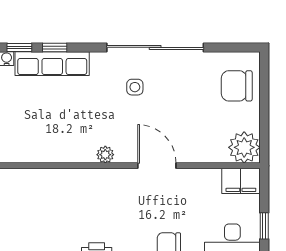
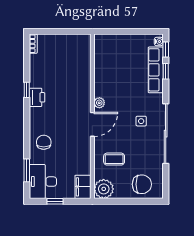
chair: (237, 86) -> (142, 184), turned 90
coffee table: (196, 131) -> (114, 159), added
door: (157, 166) -> (92, 124), moved

